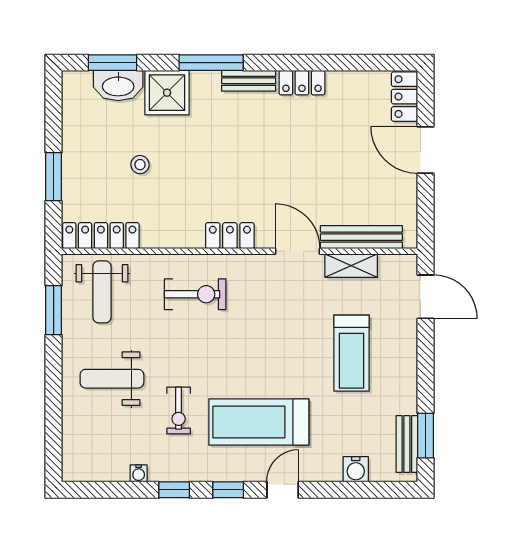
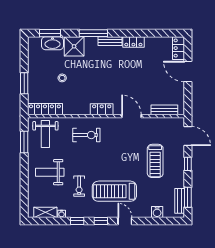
bench: (361, 237) -> (164, 110), width x0.73
shelving: (351, 266) -> (45, 212), moved
window: (426, 360) -> (188, 164), added
door: (283, 490) -> (125, 221), hinge flipped

